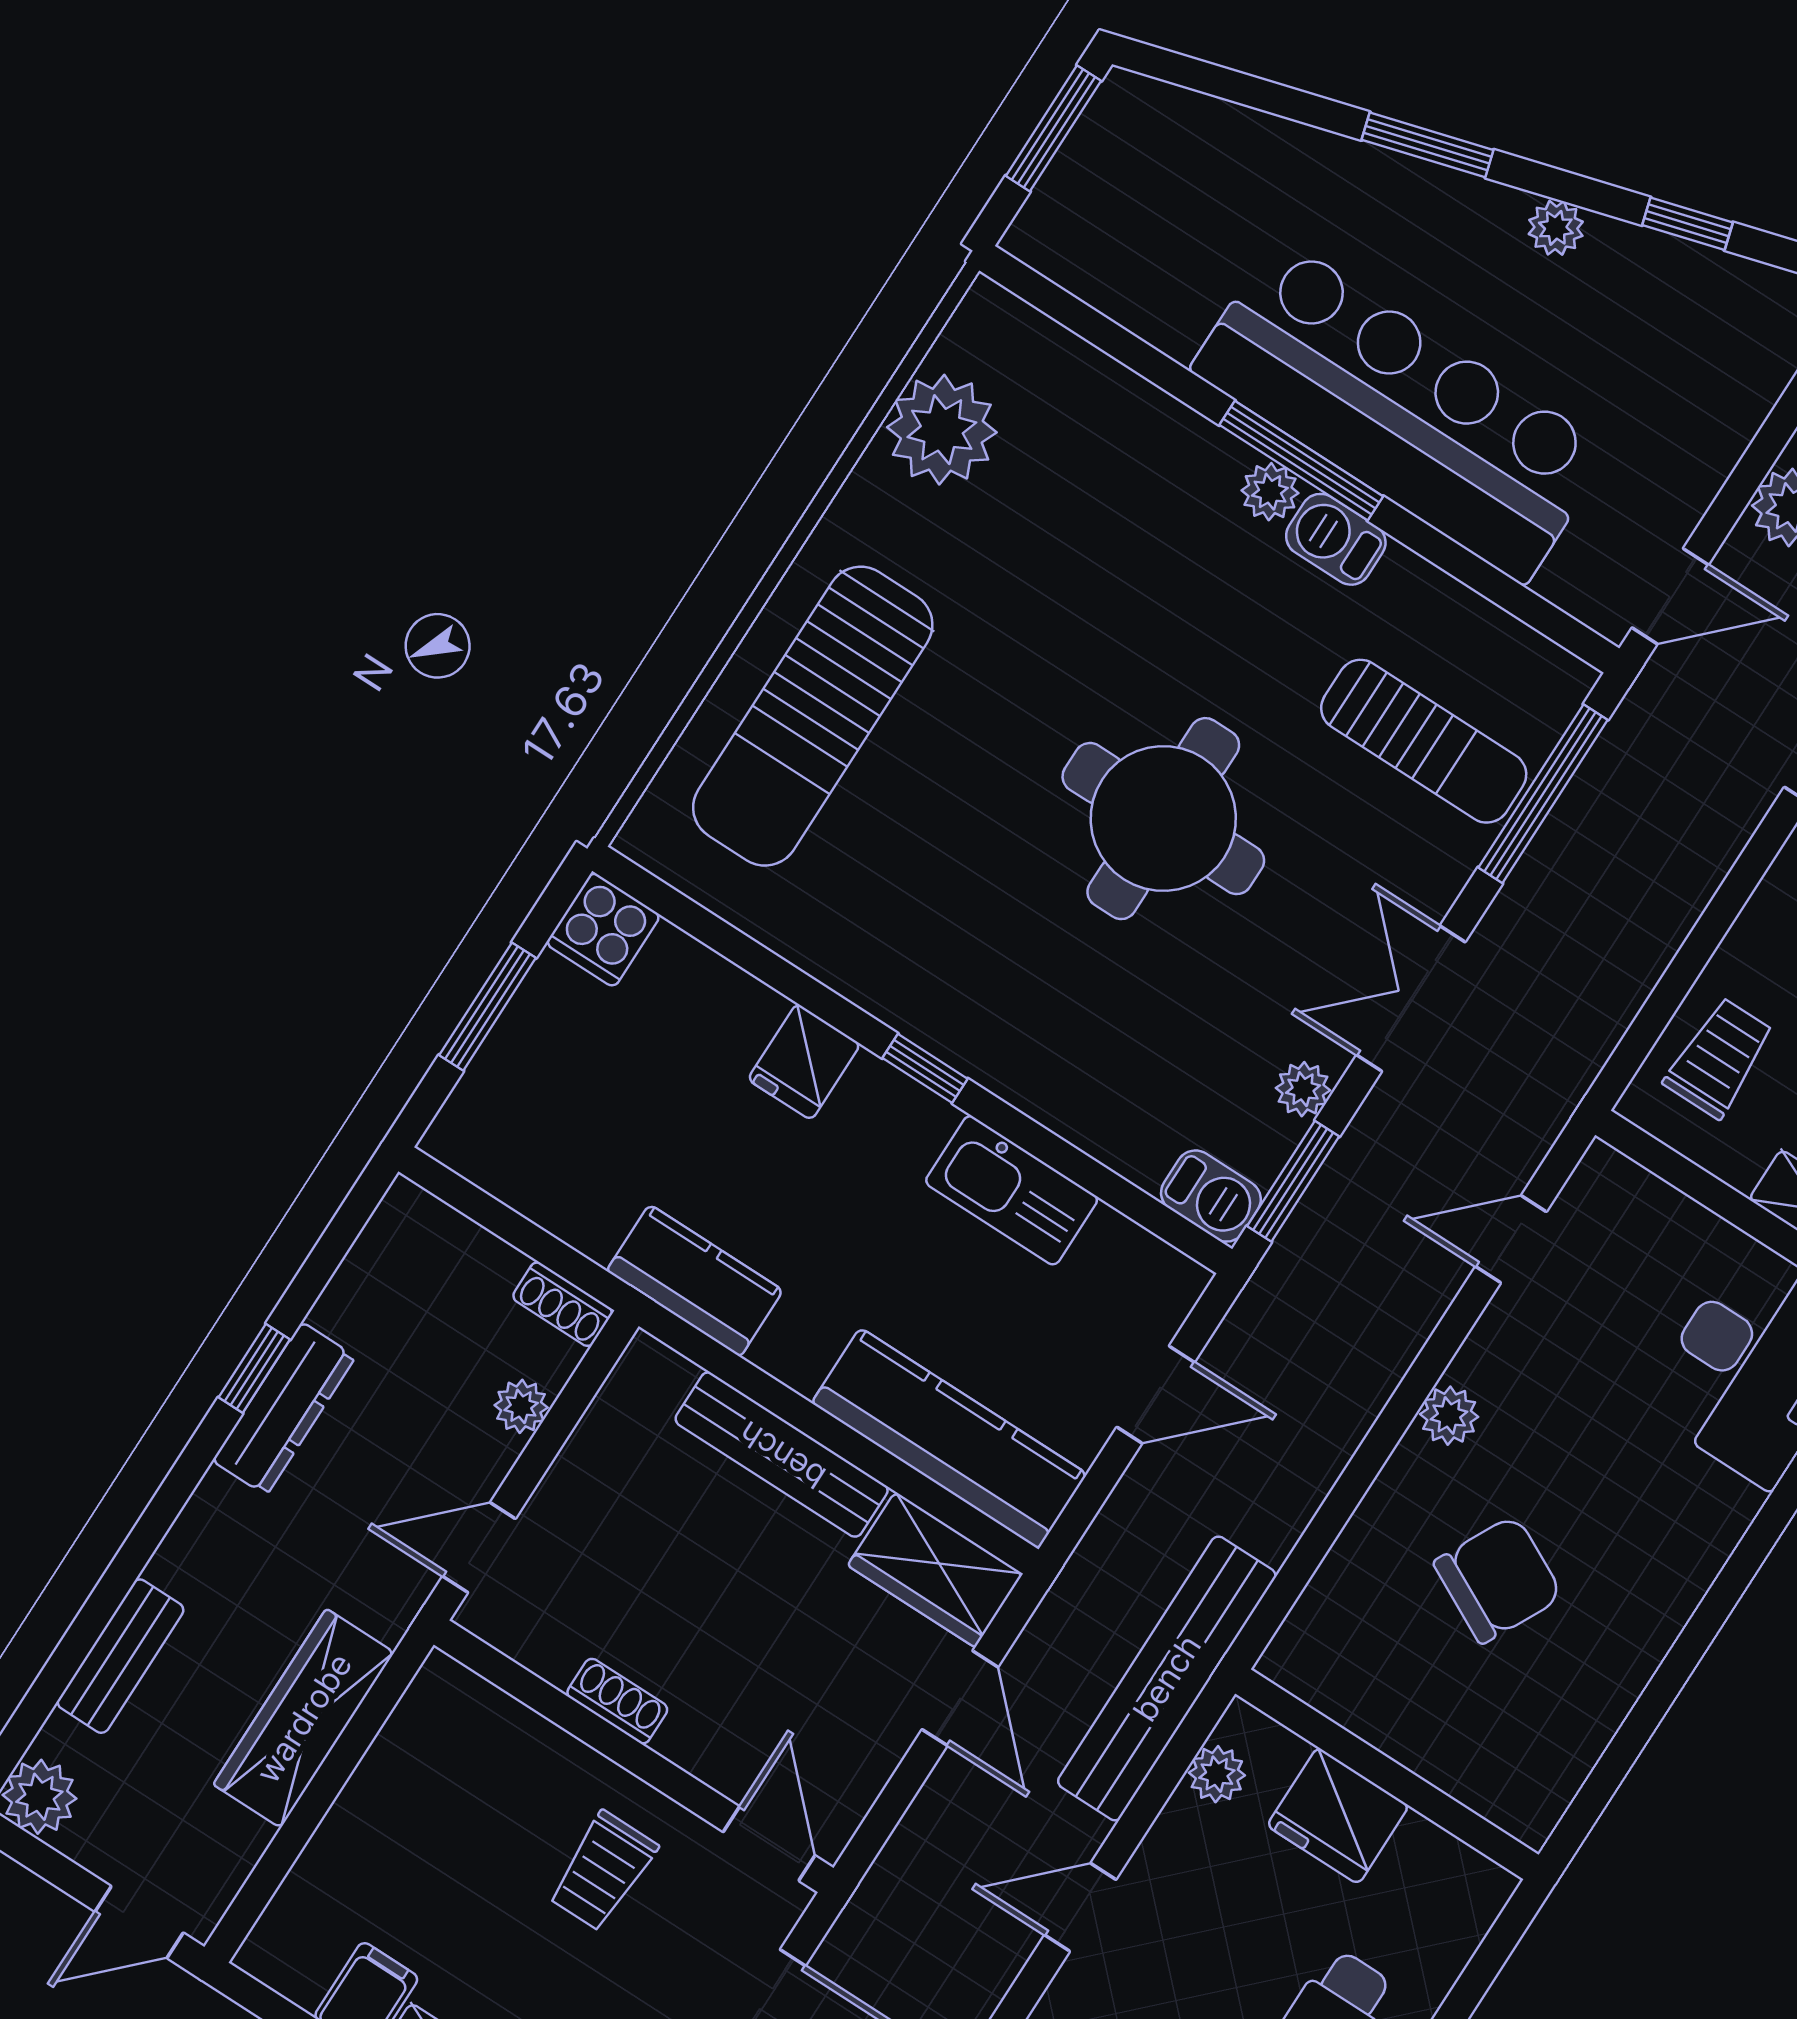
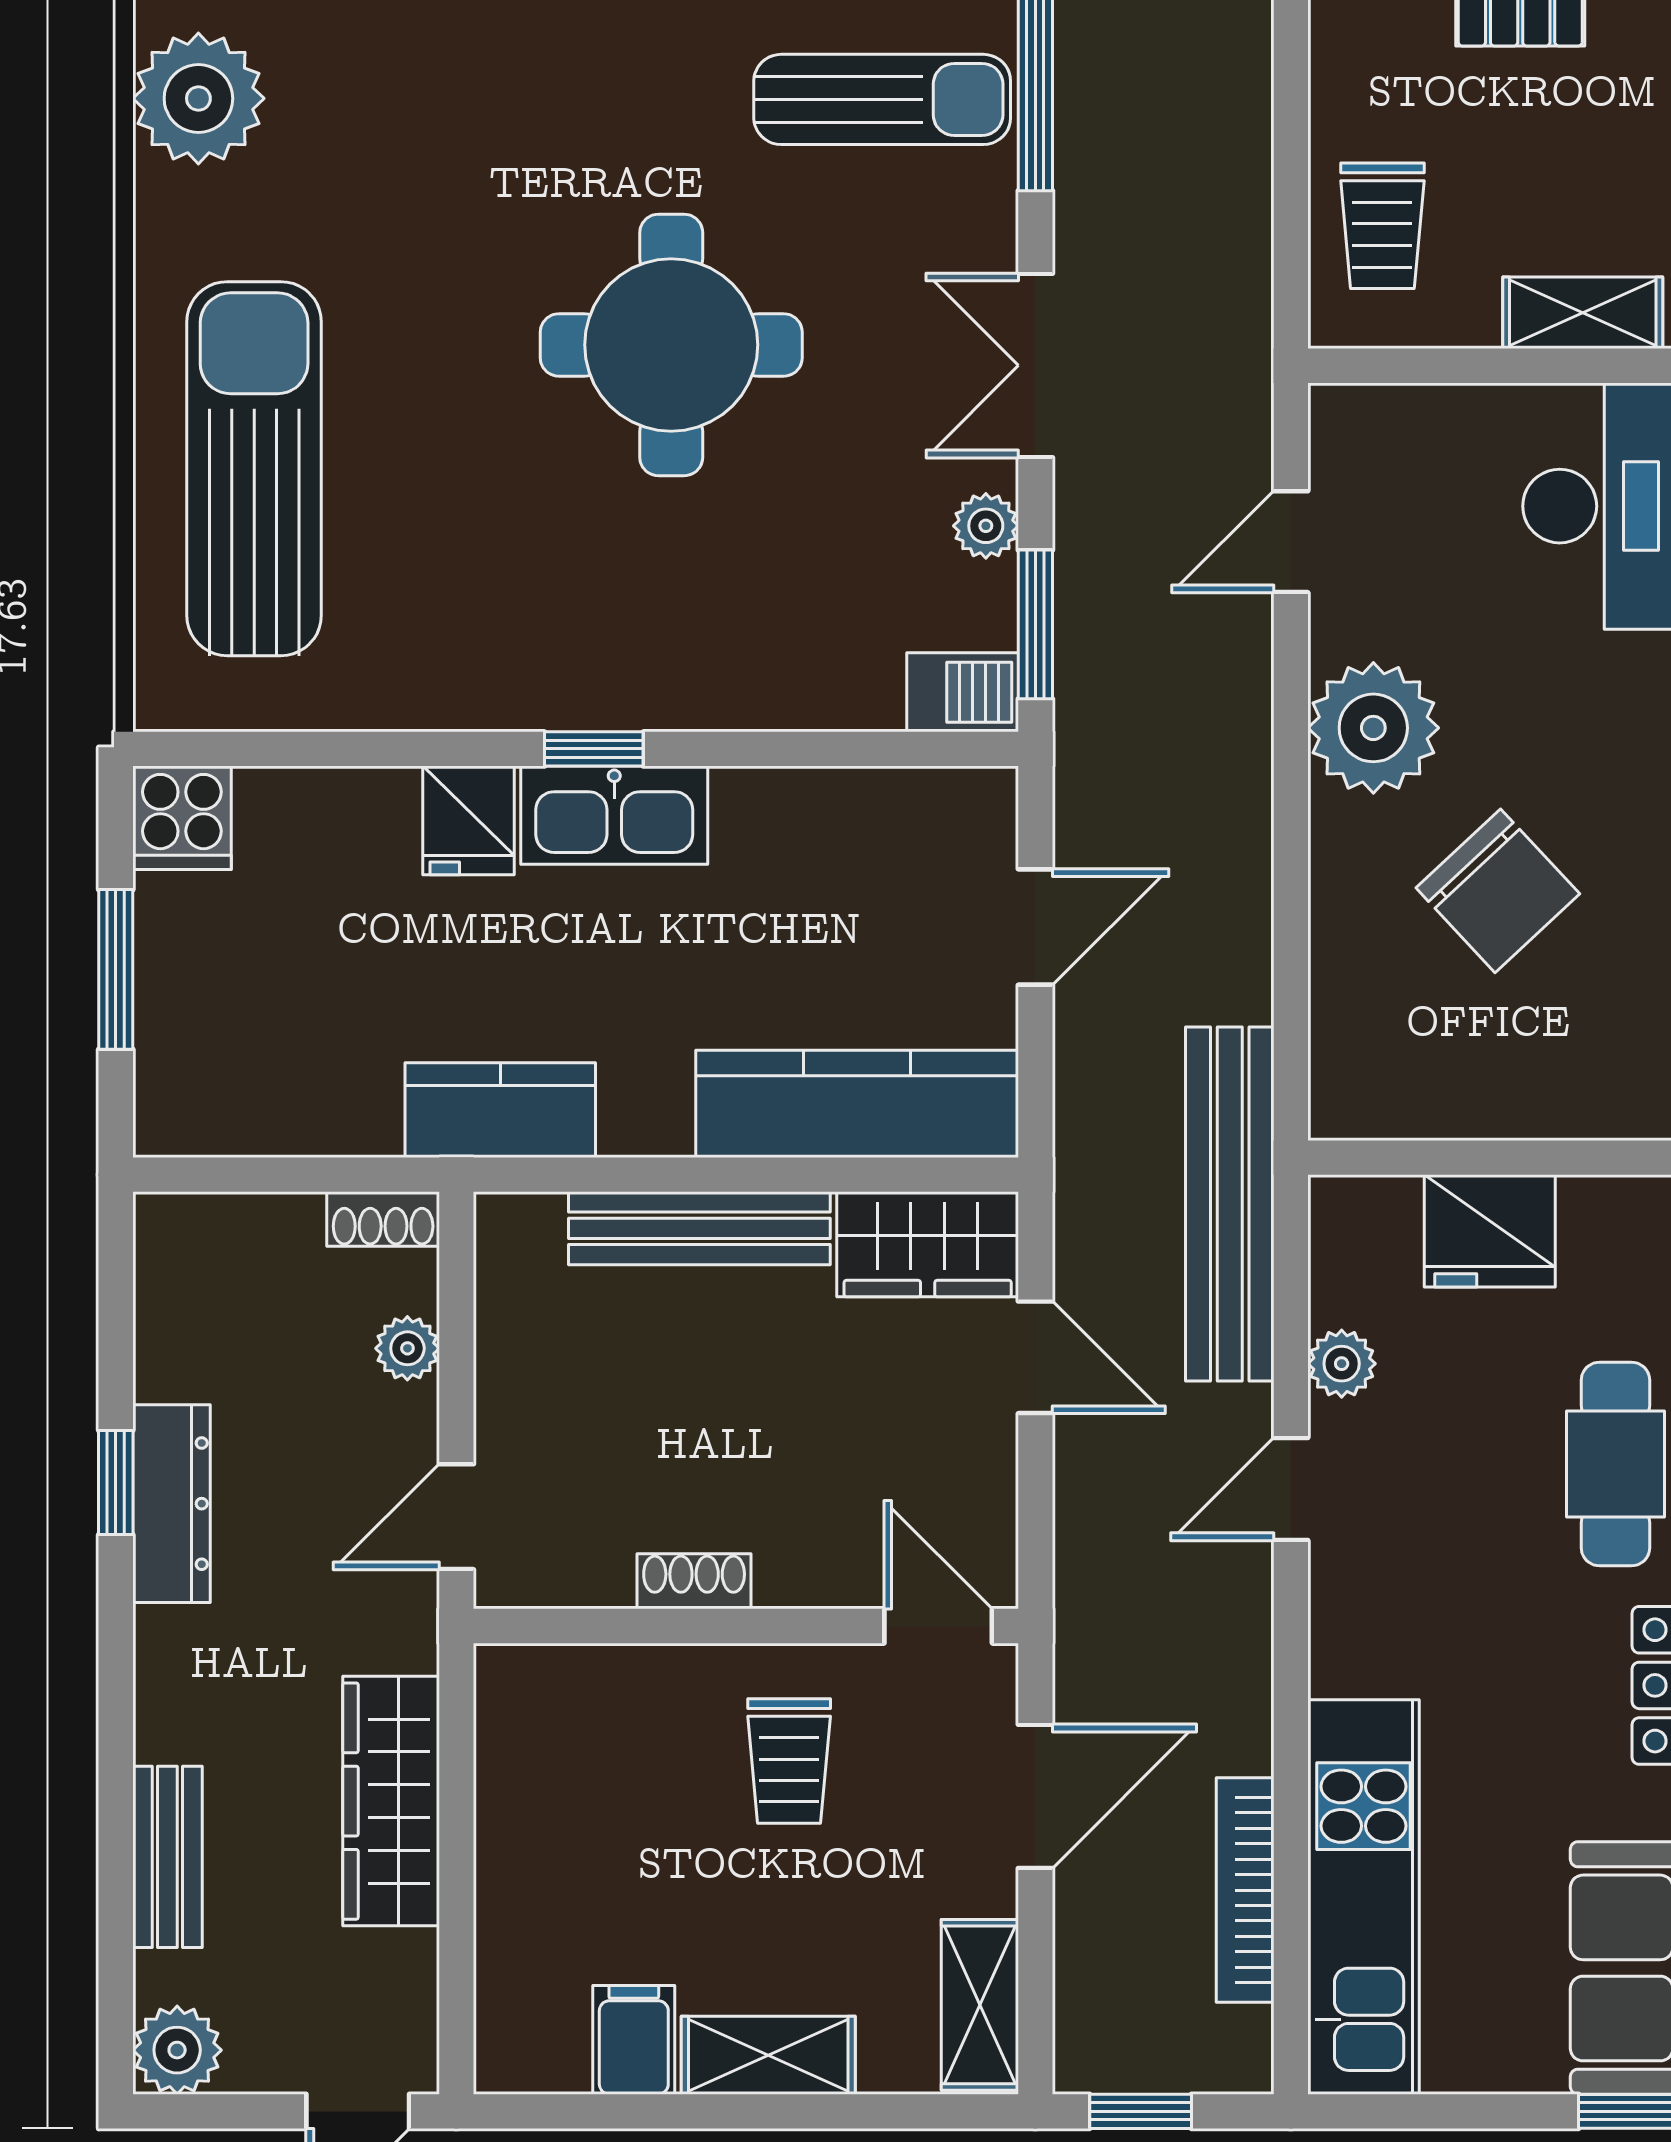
sun lounger: (813, 716) -> (254, 469), turned 180
trolley: (1719, 1058) -> (1382, 226), turned 180
kitchen sink: (1012, 1190) -> (614, 815), moved
plant: (1449, 1416) -> (1373, 728), width x1.88, depth x1.88
chair: (1498, 1579) -> (1498, 891), turned 110
plant: (1217, 1774) -> (1342, 1364), moved

